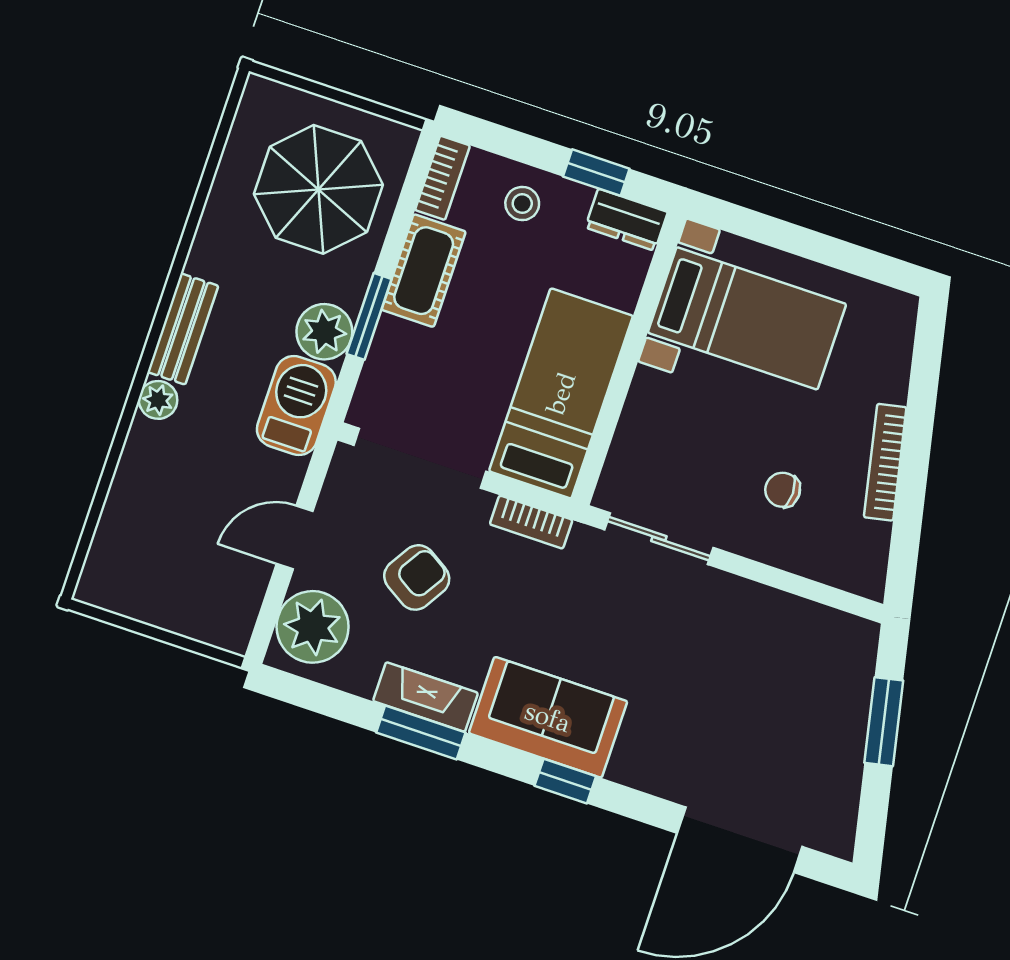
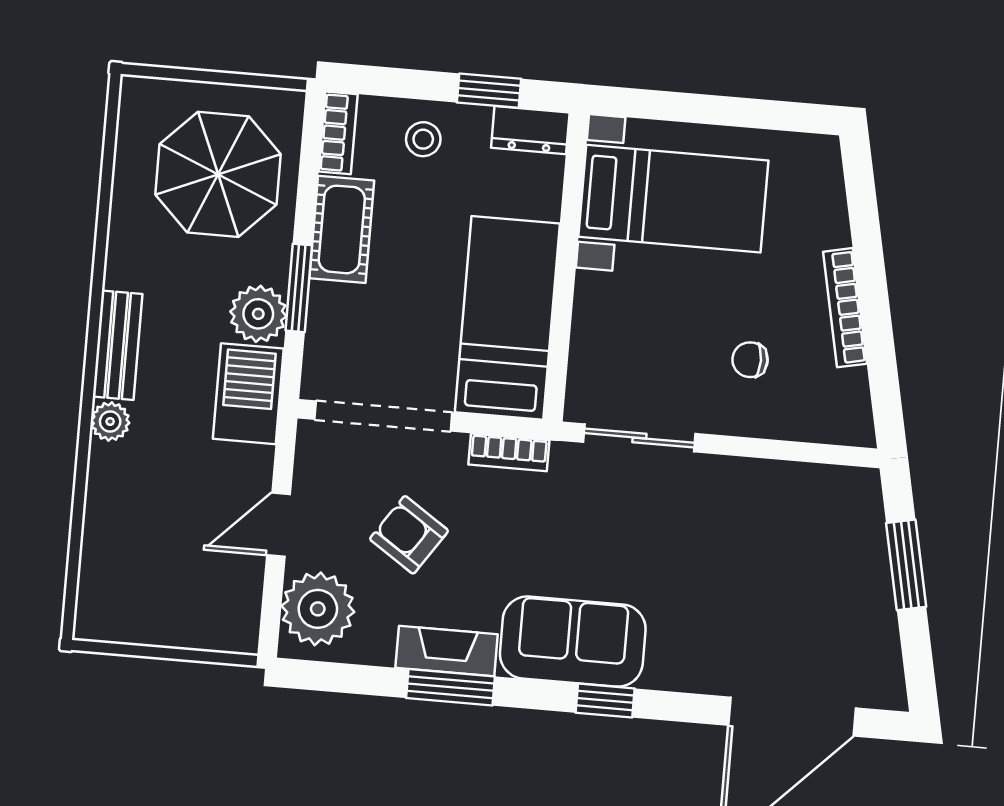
armchair: (417, 577) -> (409, 535), turned -88

